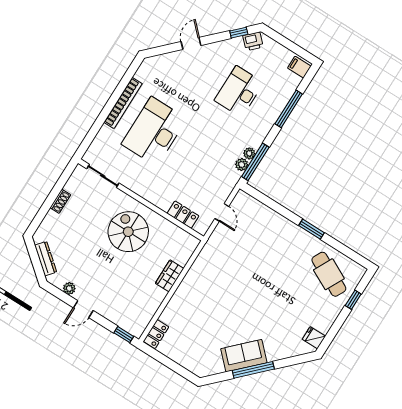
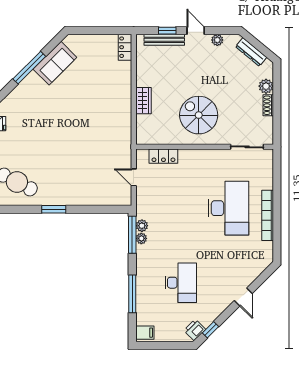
plant: (52, 220) -> (266, 86), added
spiral stairs: (128, 232) -> (199, 115), turned 180
door: (83, 309) -> (196, 31), hinge flipped
bench: (117, 319) -> (164, 40), added
window: (124, 335) -> (167, 31), moved
sofa: (244, 356) -> (55, 63), moved

